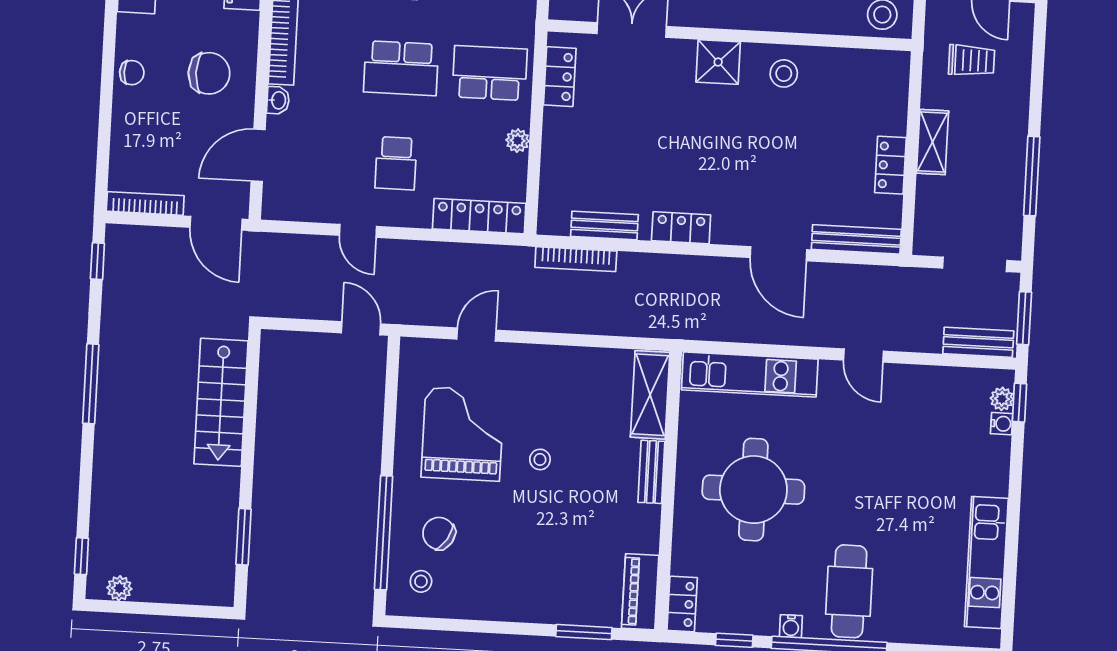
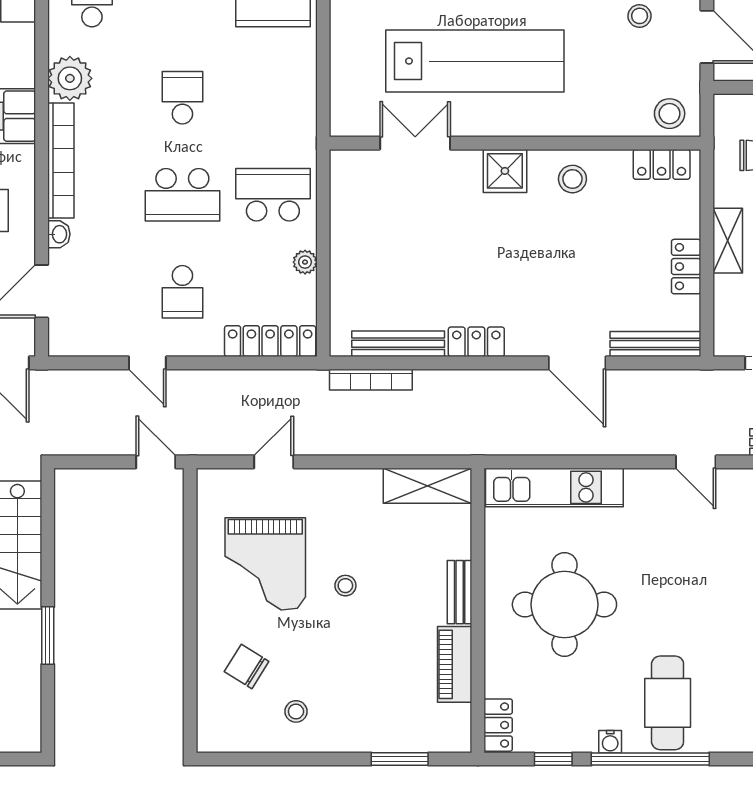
locker: (560, 77) -> (662, 164), moved, turned 90
bench: (604, 225) -> (398, 344), width x1.36
door: (863, 356) -> (696, 462), moved
shelving: (650, 395) -> (428, 486), moved, turned 90
grand piano: (463, 434) -> (265, 564), turned 180
window: (384, 533) -> (190, 669), removed
window: (244, 537) -> (48, 636), moved
stool: (421, 581) -> (296, 711), moved
piano: (640, 592) -> (455, 664), moved

